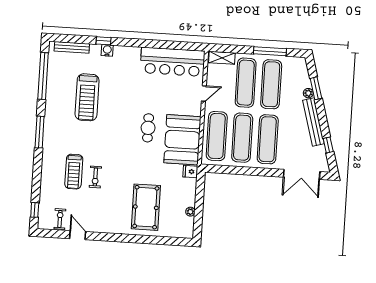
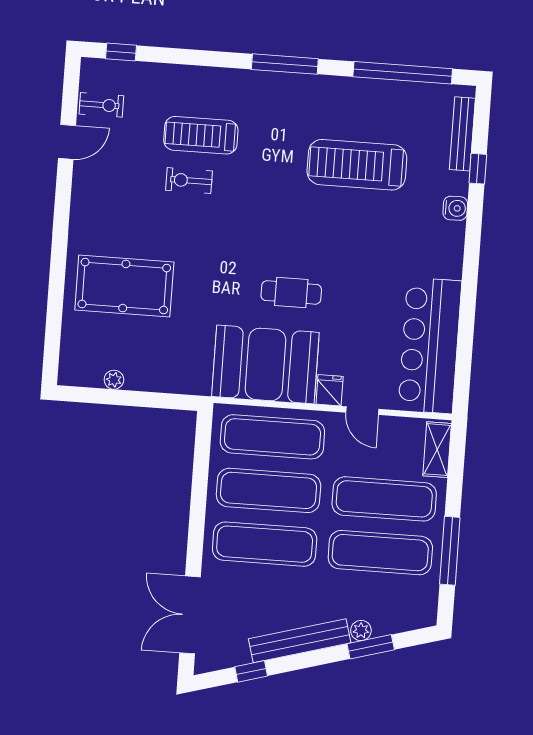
window: (104, 41) -> (478, 169), moved
fridge: (190, 172) -> (330, 390), moved

